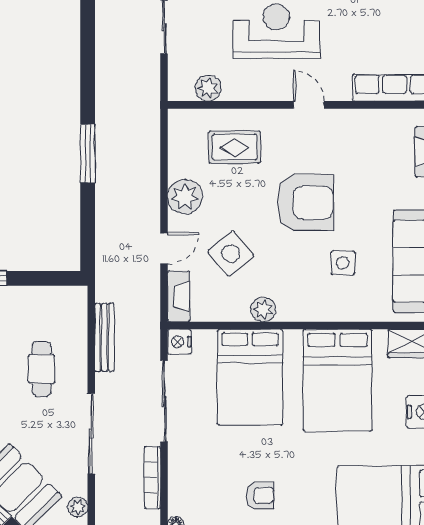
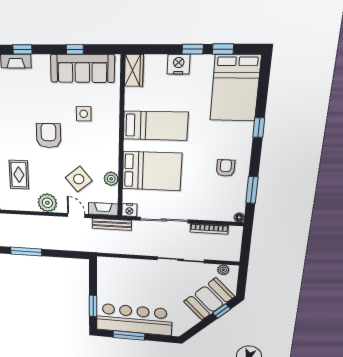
armchair: (305, 203) -> (49, 136), width x0.73, depth x0.73
plant: (263, 310) -> (111, 179), moved
bench: (104, 337) -> (112, 224), moved
cafe table: (42, 369) -> (143, 282), removed
bed: (338, 380) -> (155, 126), width x0.67

